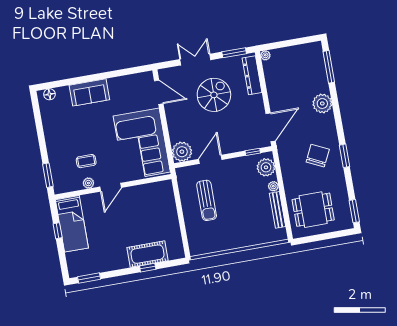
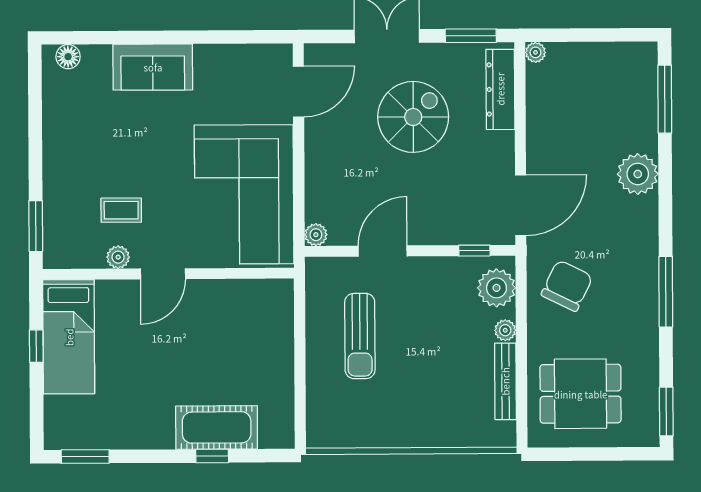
door: (159, 92) -> (298, 92), hinge flipped
plant: (182, 152) -> (316, 235), width x0.53, depth x0.53
chair: (318, 156) -> (567, 286), moved
window: (345, 156) -> (666, 292), width x1.44

